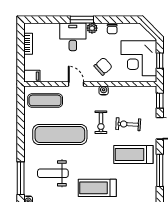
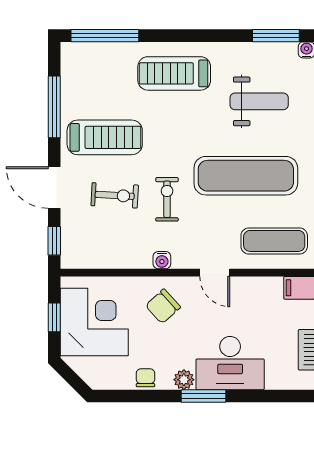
desk: (73, 37) -> (230, 363), width x1.37
treadmill: (97, 188) -> (174, 73), turned 180

